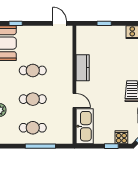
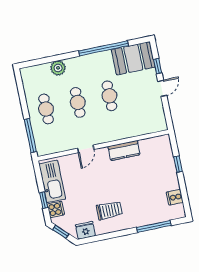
door: (60, 23) -> (162, 88), moved
kitchen sink: (85, 126) -> (52, 181), moved, turned -90
window: (40, 146) -> (30, 135), moved

